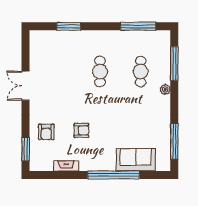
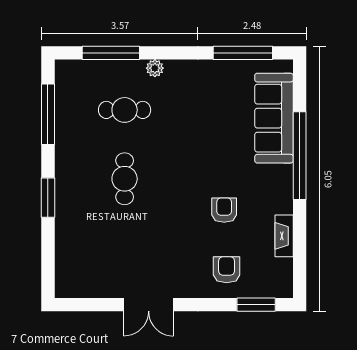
window: (69, 26) -> (48, 198), moved
cafe table: (100, 72) -> (125, 179), turned 90
armchair: (46, 132) -> (227, 270), turned -90
sofa: (136, 160) -> (274, 118), width x1.36

